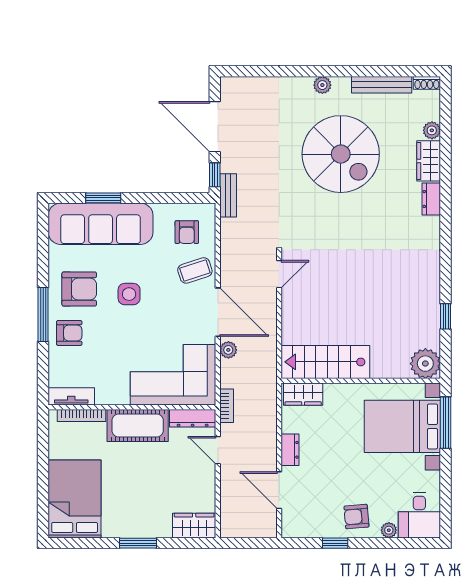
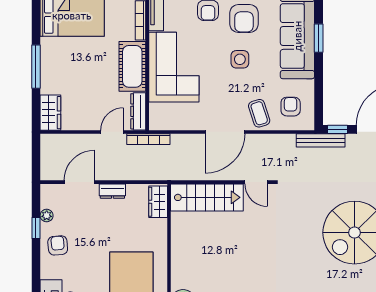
bench: (228, 195) -> (321, 140), width x1.36
armchair: (187, 232) -> (291, 107), turned 90
plant: (228, 350) -> (194, 141), removed
stairs: (325, 362) -> (207, 197), moved, turned 90
corner sofa: (173, 375) -> (174, 67), moved
bookcase: (227, 406) -> (148, 139), width x1.56
plant: (389, 530) -> (47, 216), moved
window: (138, 543) -> (36, 67), width x1.44

